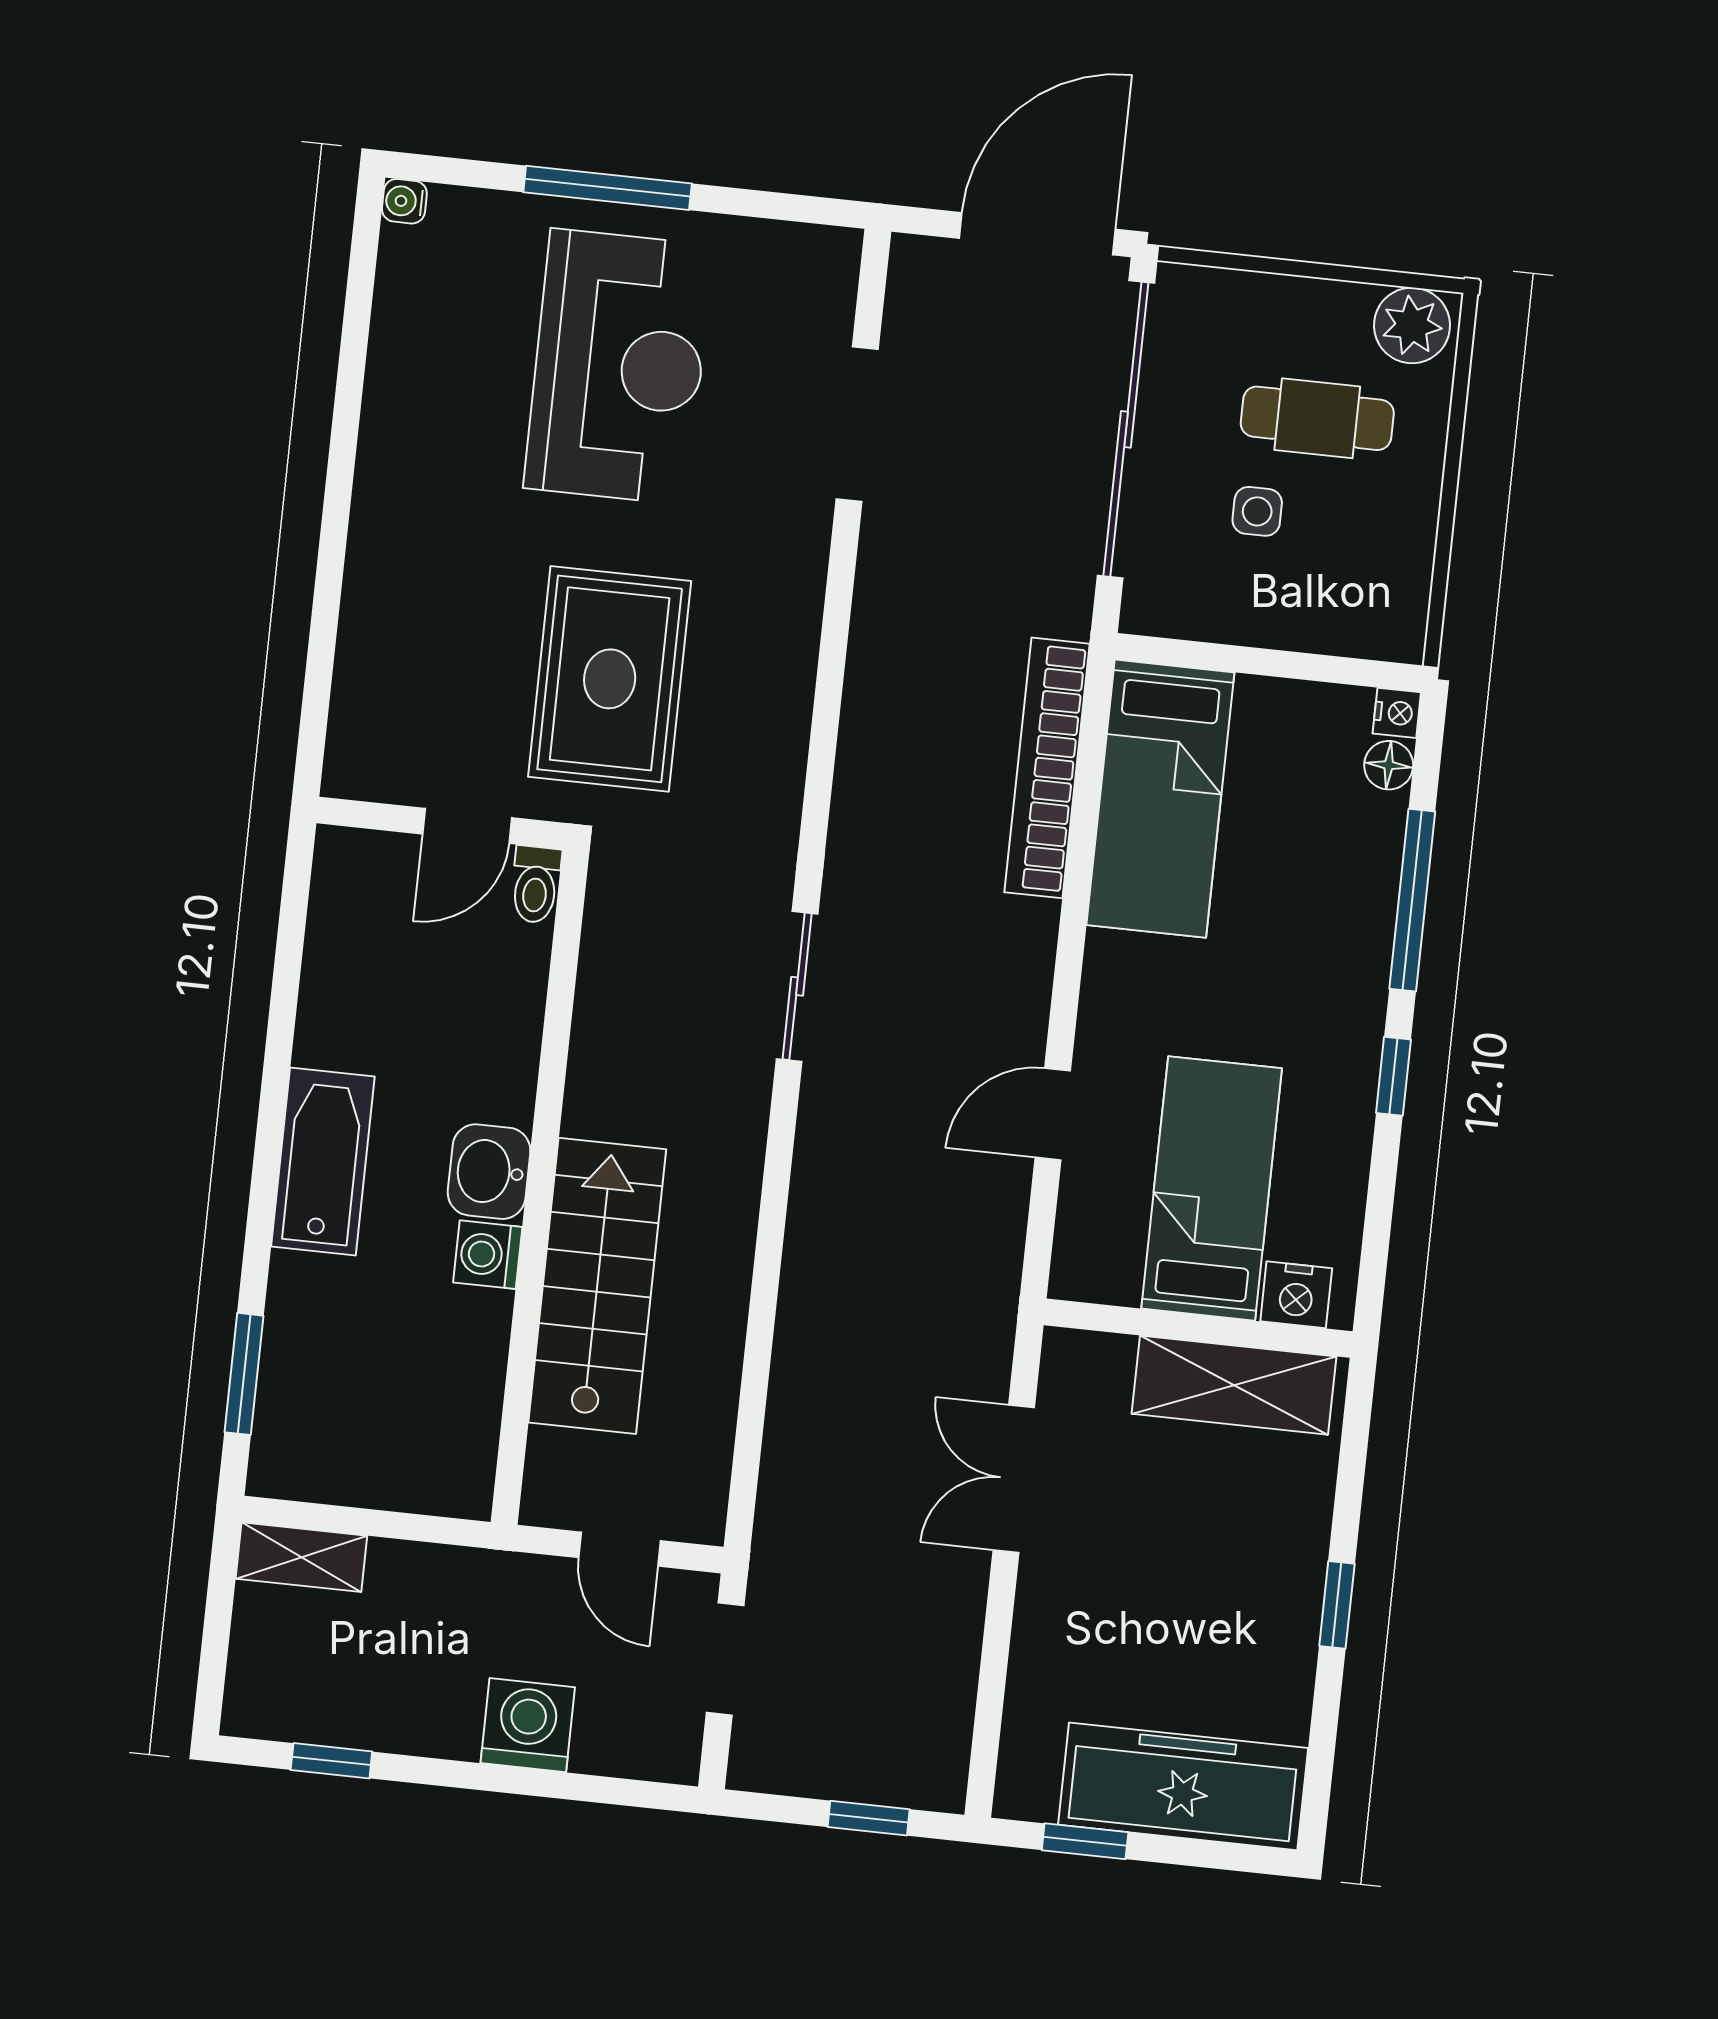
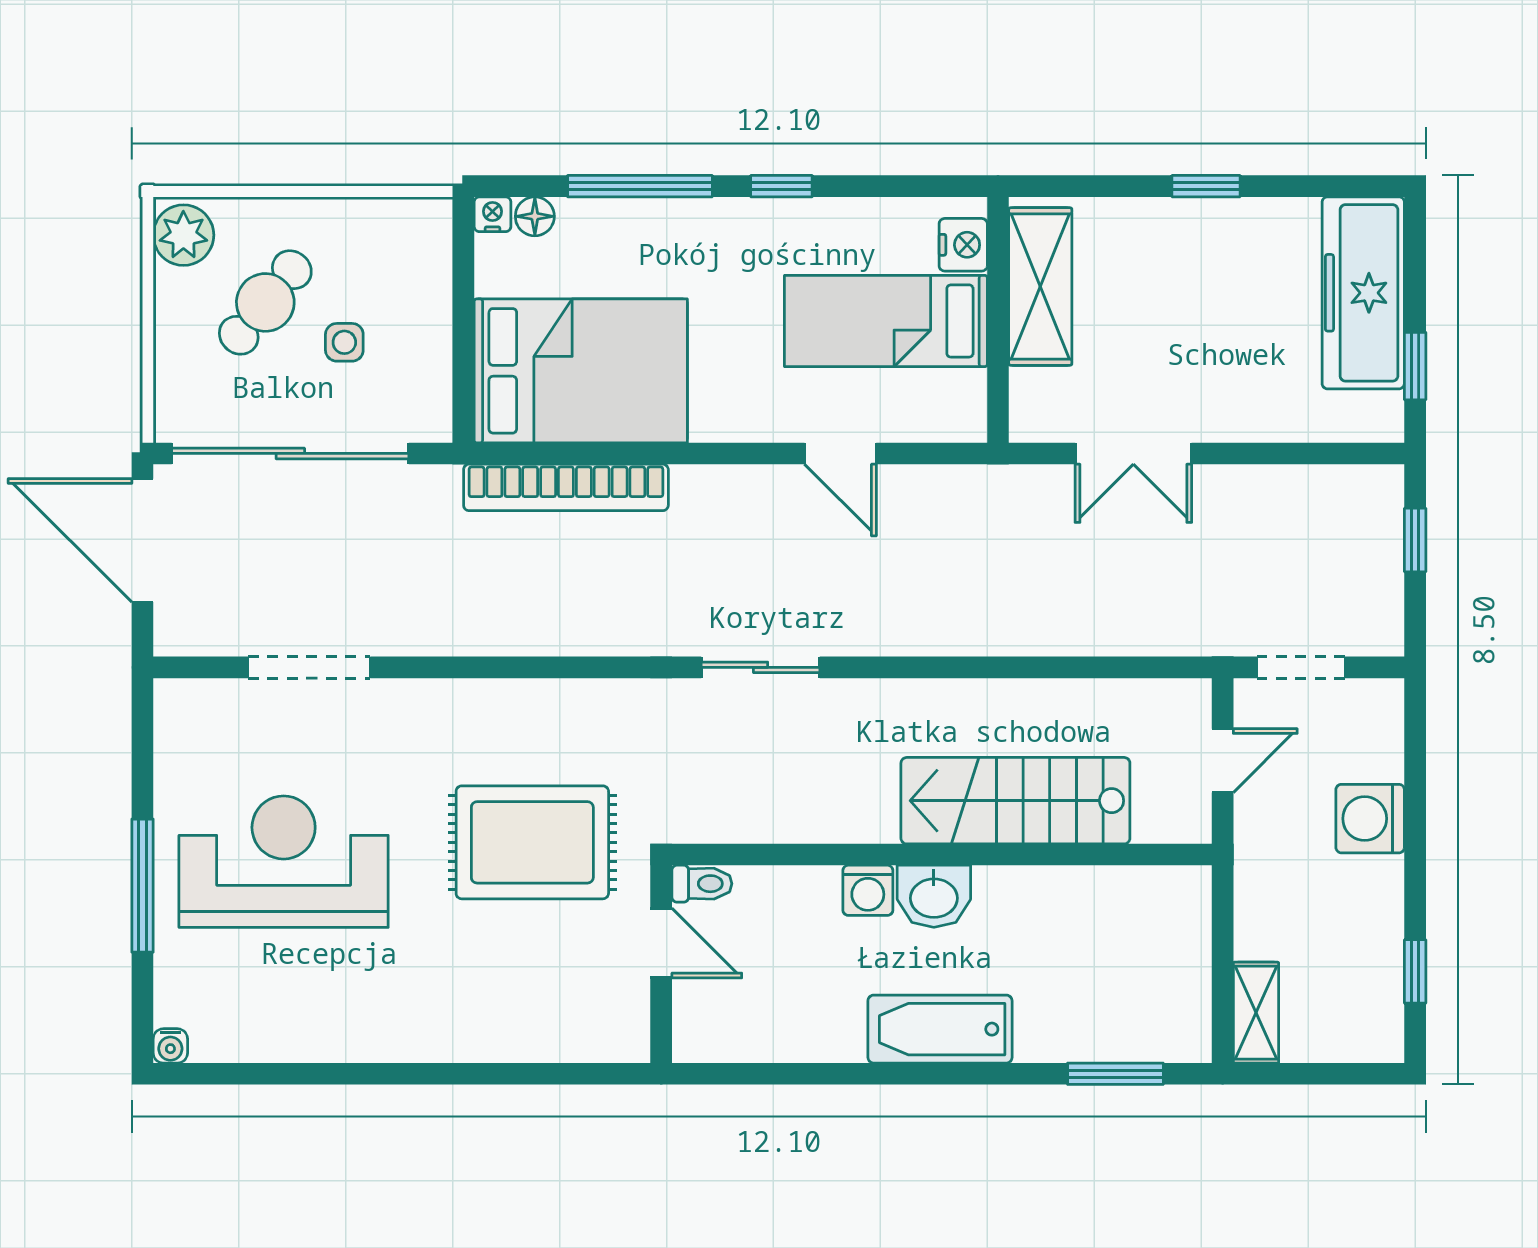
cafe table: (1317, 418) -> (265, 302), turned 39
bed: (1160, 799) -> (581, 371), width x1.50
washing machine: (488, 1255) -> (868, 890), moved

